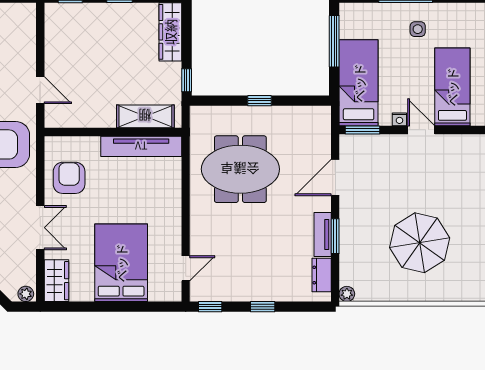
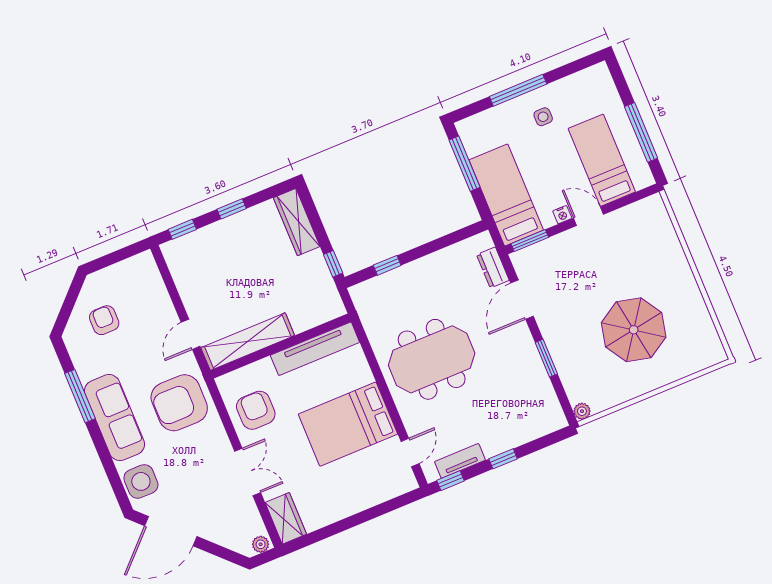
door: (40, 90) -> (191, 334), swing flipped
window: (260, 101) -> (387, 265), moved
shelving: (145, 116) -> (248, 342), moved, width x1.47
meeting table: (240, 169) -> (432, 359), moved
tv unit: (323, 235) -> (460, 461), moved, turned 90
bed: (121, 263) -> (348, 424), moved, turned -90
dresser: (322, 275) -> (493, 268), moved

